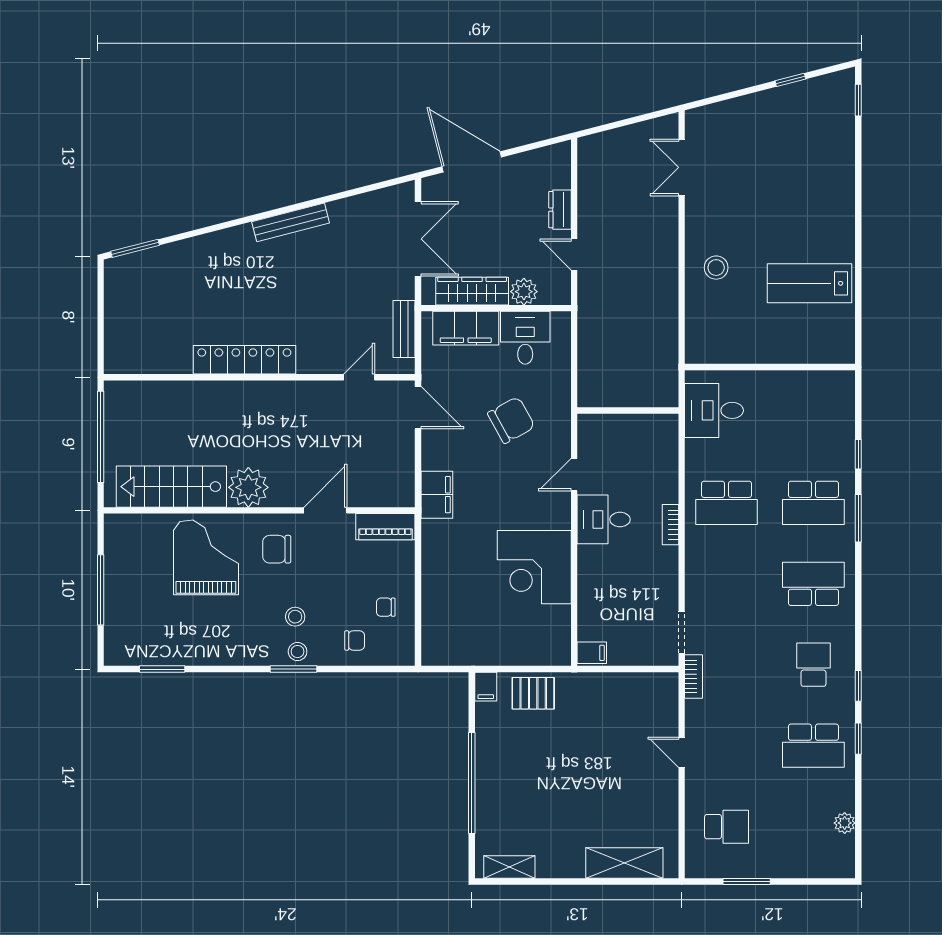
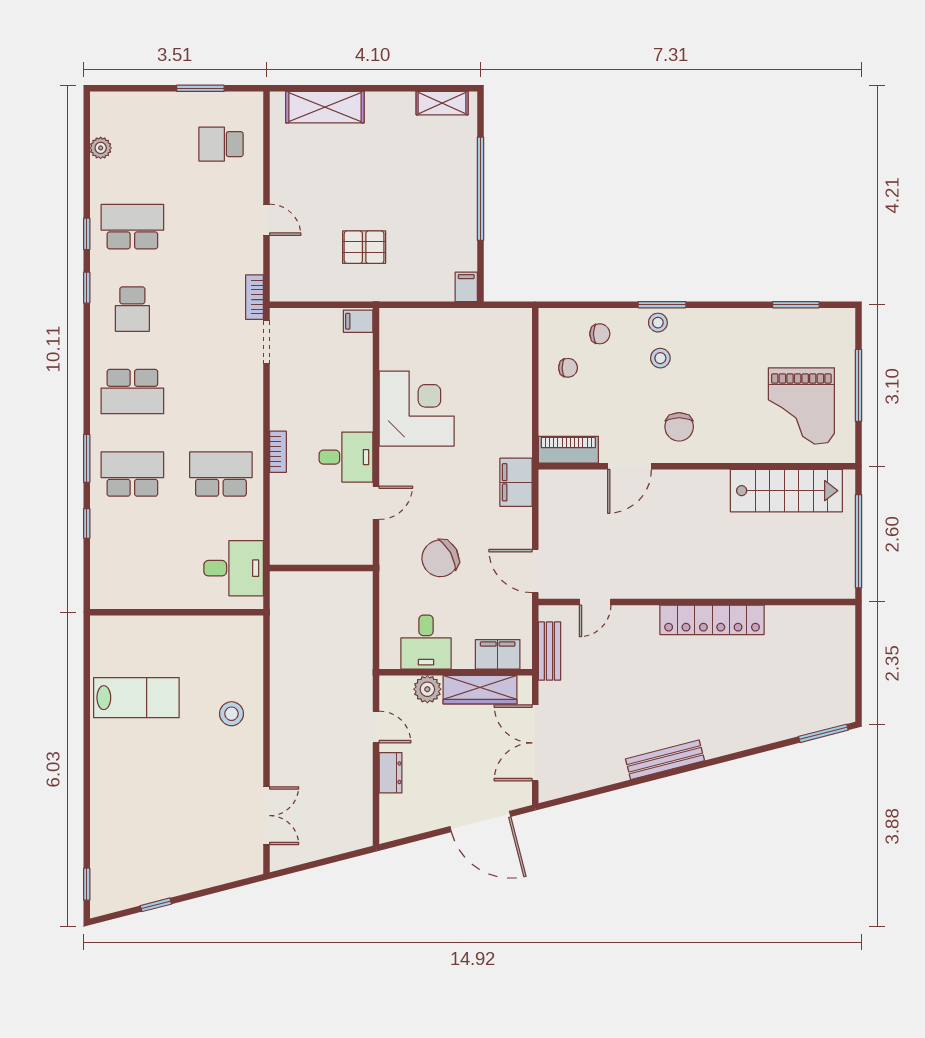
filing cabinet: (466, 328) -> (498, 654), width x0.67, depth x0.86
plant: (248, 487) -> (708, 490), removed
chair: (277, 549) -> (679, 427), turned 90
grand piano: (206, 557) -> (801, 406), moved
chair: (355, 640) -> (600, 334), turned 180
pallet: (533, 693) -> (364, 247), moved

